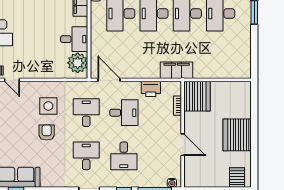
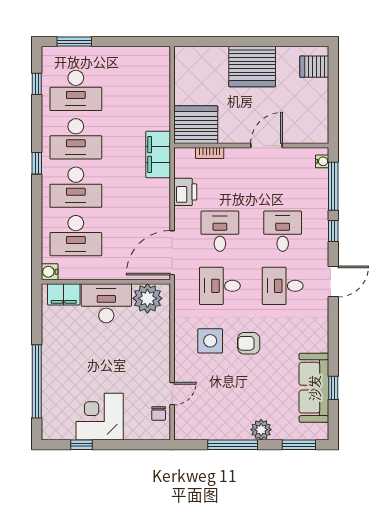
desk: (74, 39) -> (106, 303), width x1.37
door: (109, 80) -> (172, 253), width x1.36
desk: (124, 156) -> (283, 231), turned -90

